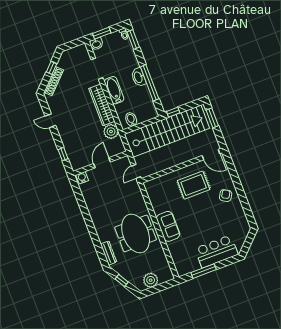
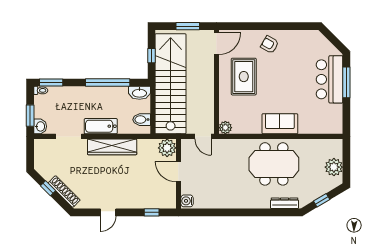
washbasin: (138, 77) -> (139, 93), moved
window: (173, 112) -> (151, 56), moved
window: (212, 118) -> (188, 26), moved
plant: (111, 132) -> (167, 148), moved
plant: (149, 186) -> (225, 128), added
window: (204, 271) -> (346, 82), moved

